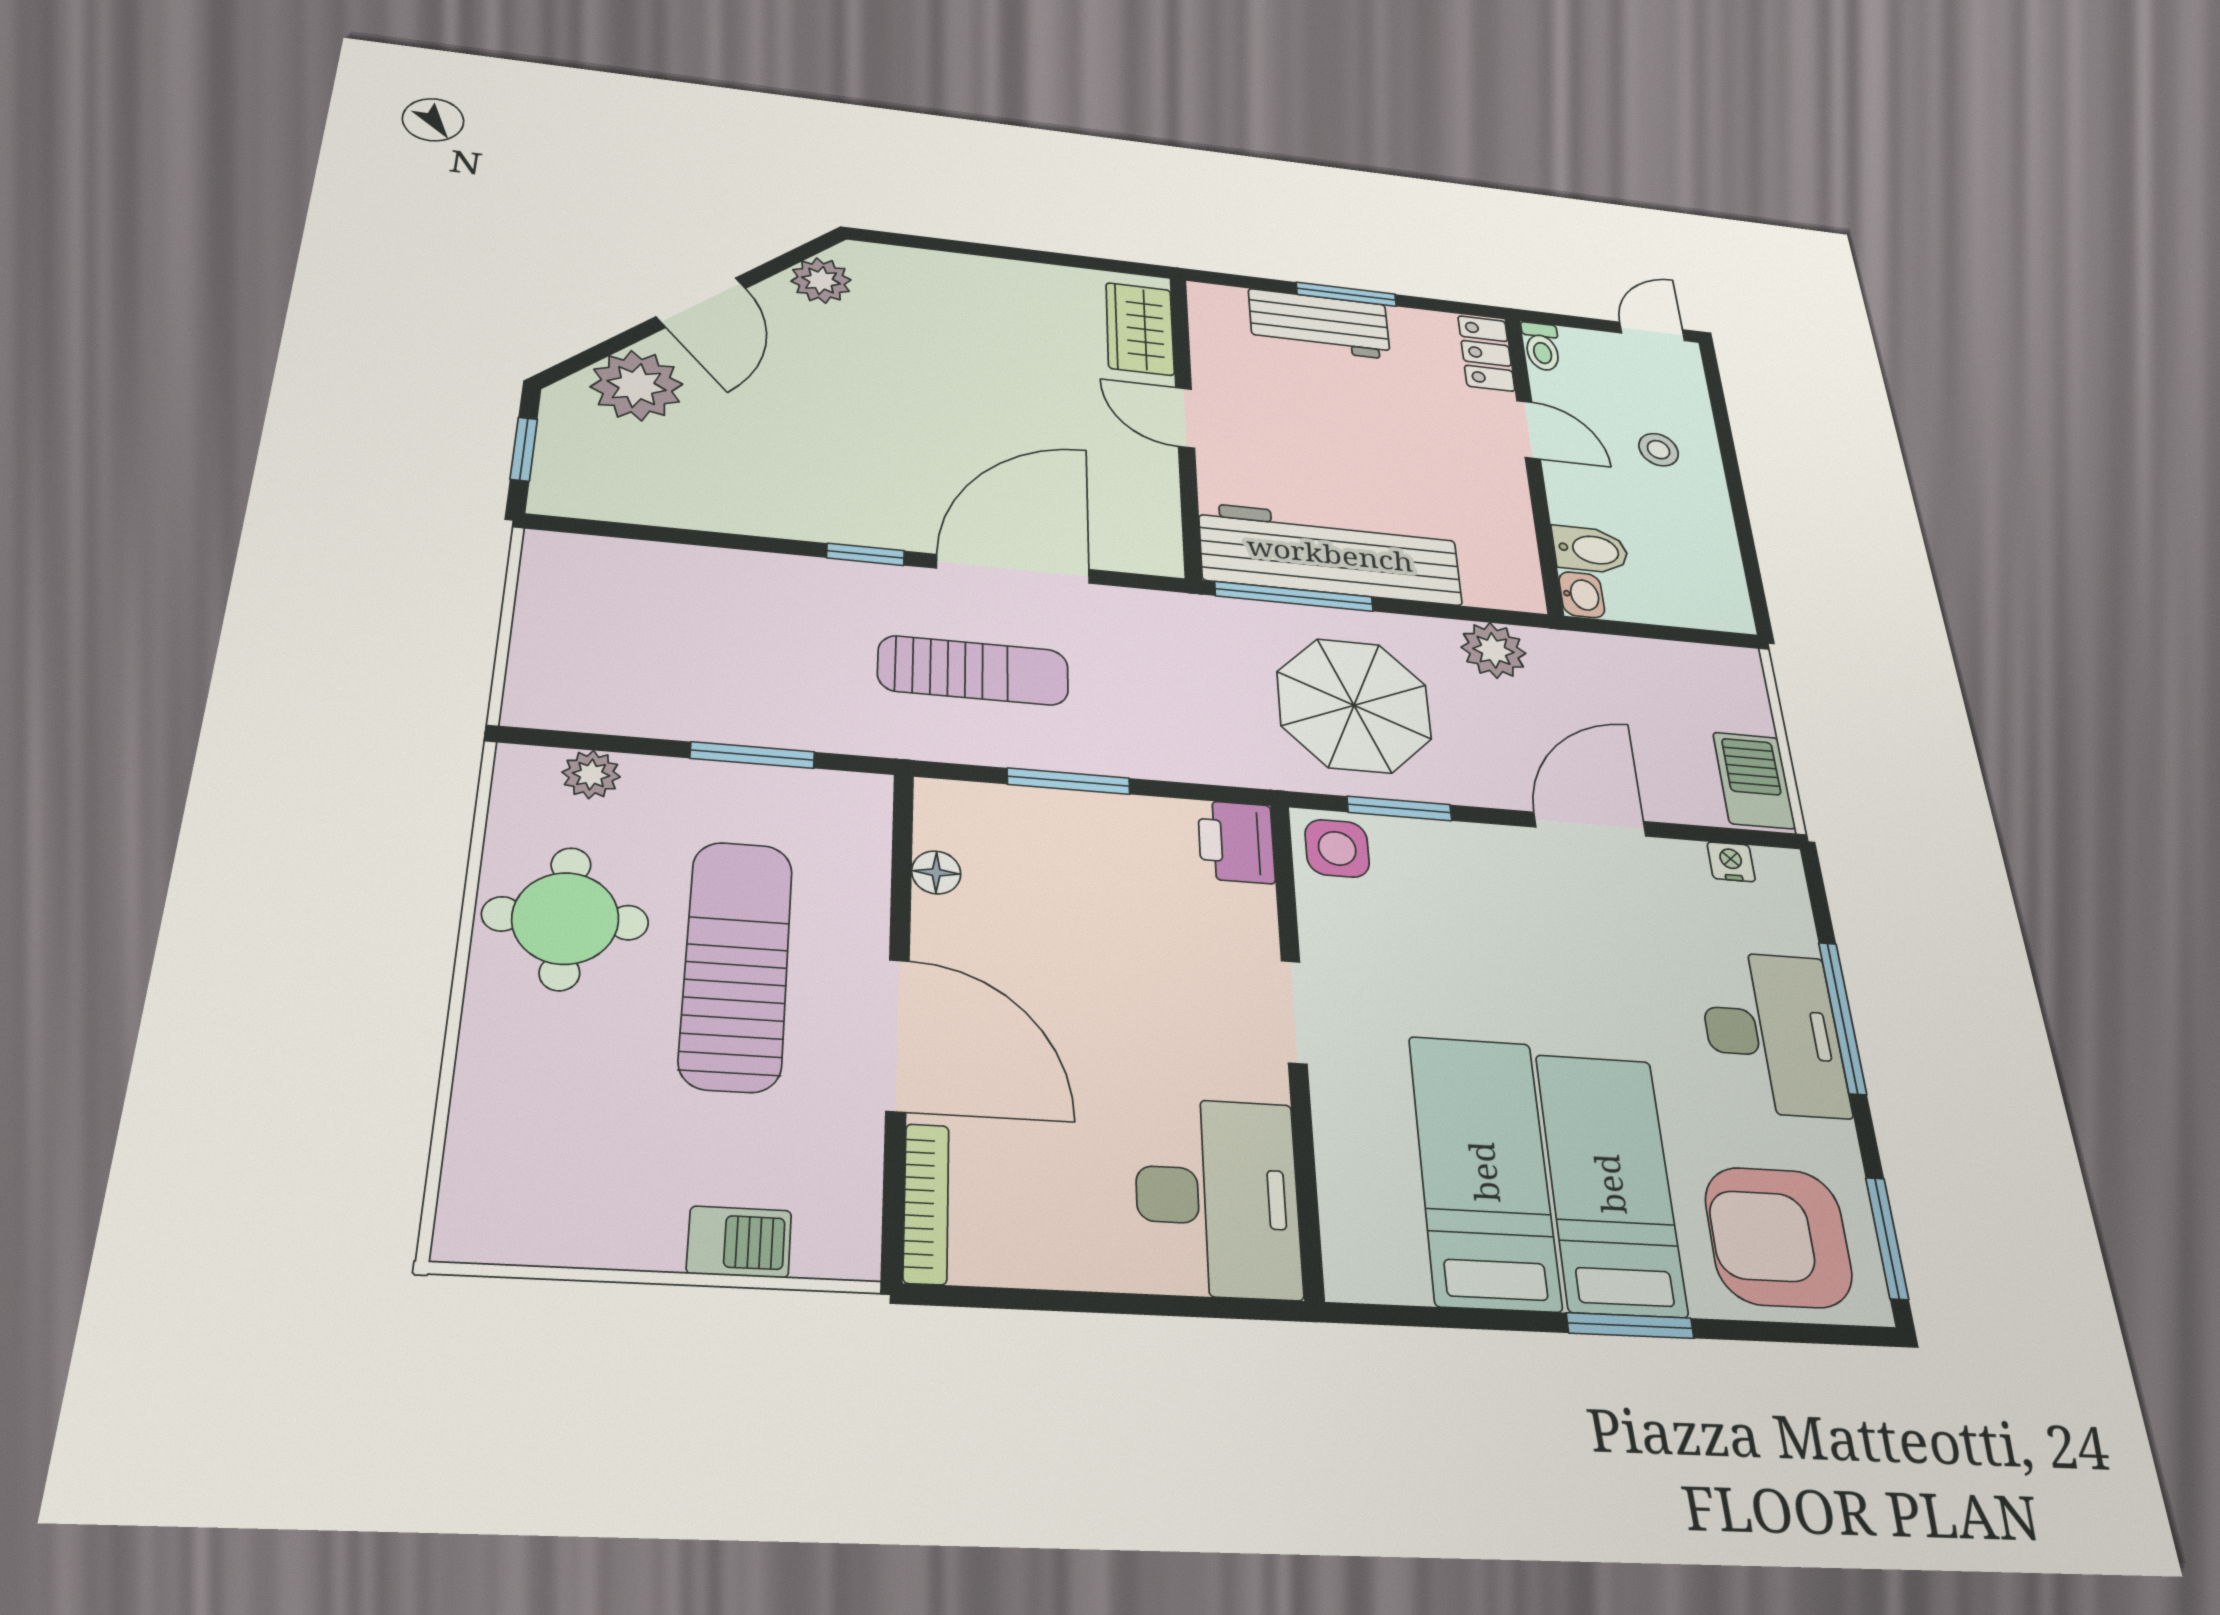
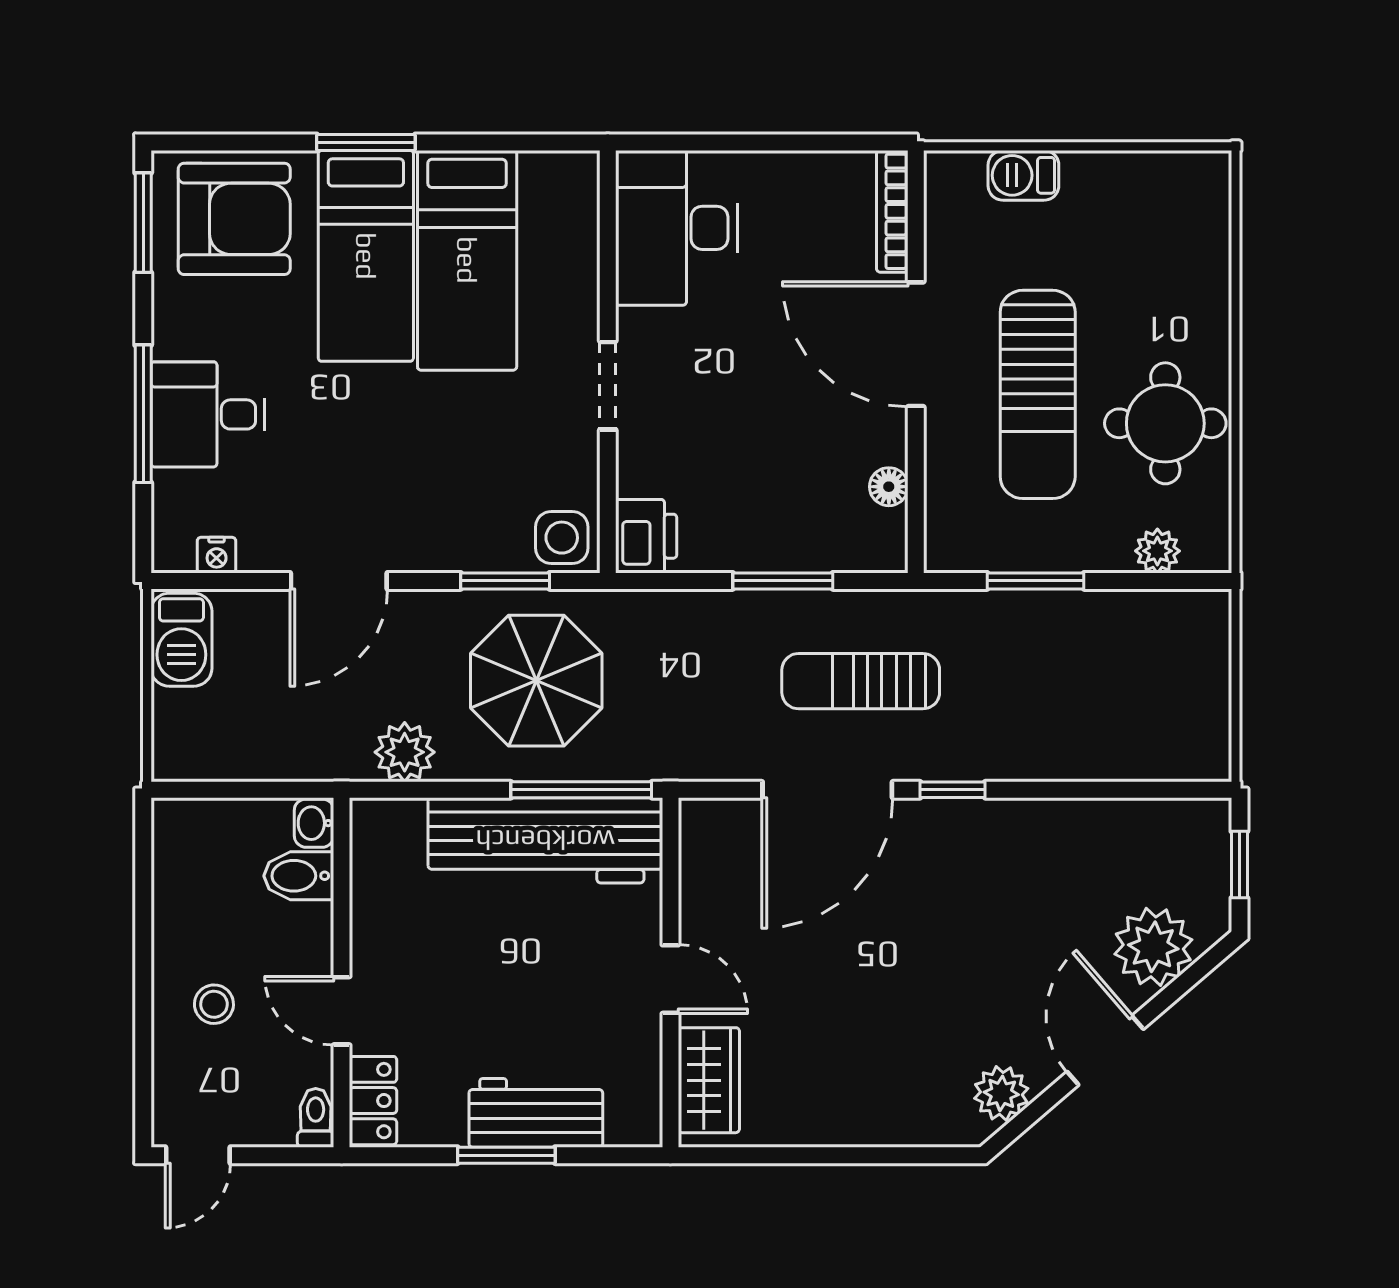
desk: (1772, 1033) -> (208, 414), width x0.73

